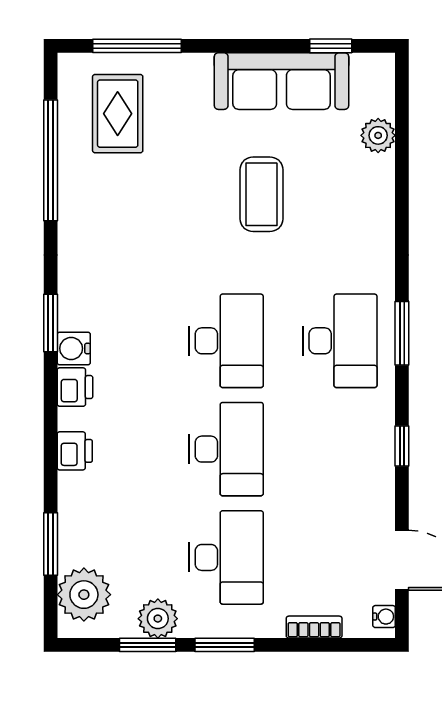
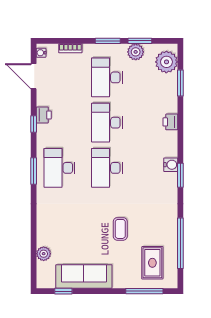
coffee table: (261, 194) -> (120, 229), moved, width x0.73, depth x0.77
printer: (75, 387) -> (44, 115), moved, turned 180

